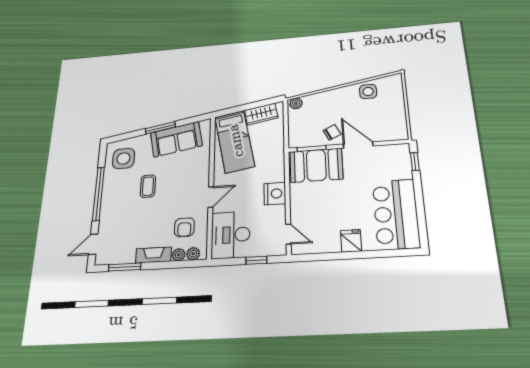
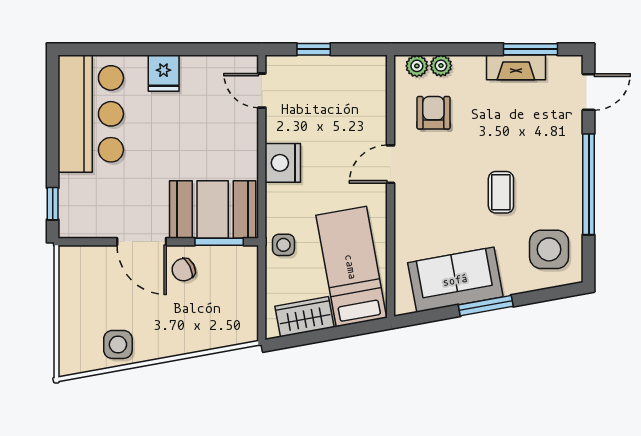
plant: (296, 104) -> (243, 332), removed
side table: (274, 150) -> (283, 245), added
desk: (231, 235) -> (356, 95), removed
fireplace: (153, 255) -> (516, 67), moved

